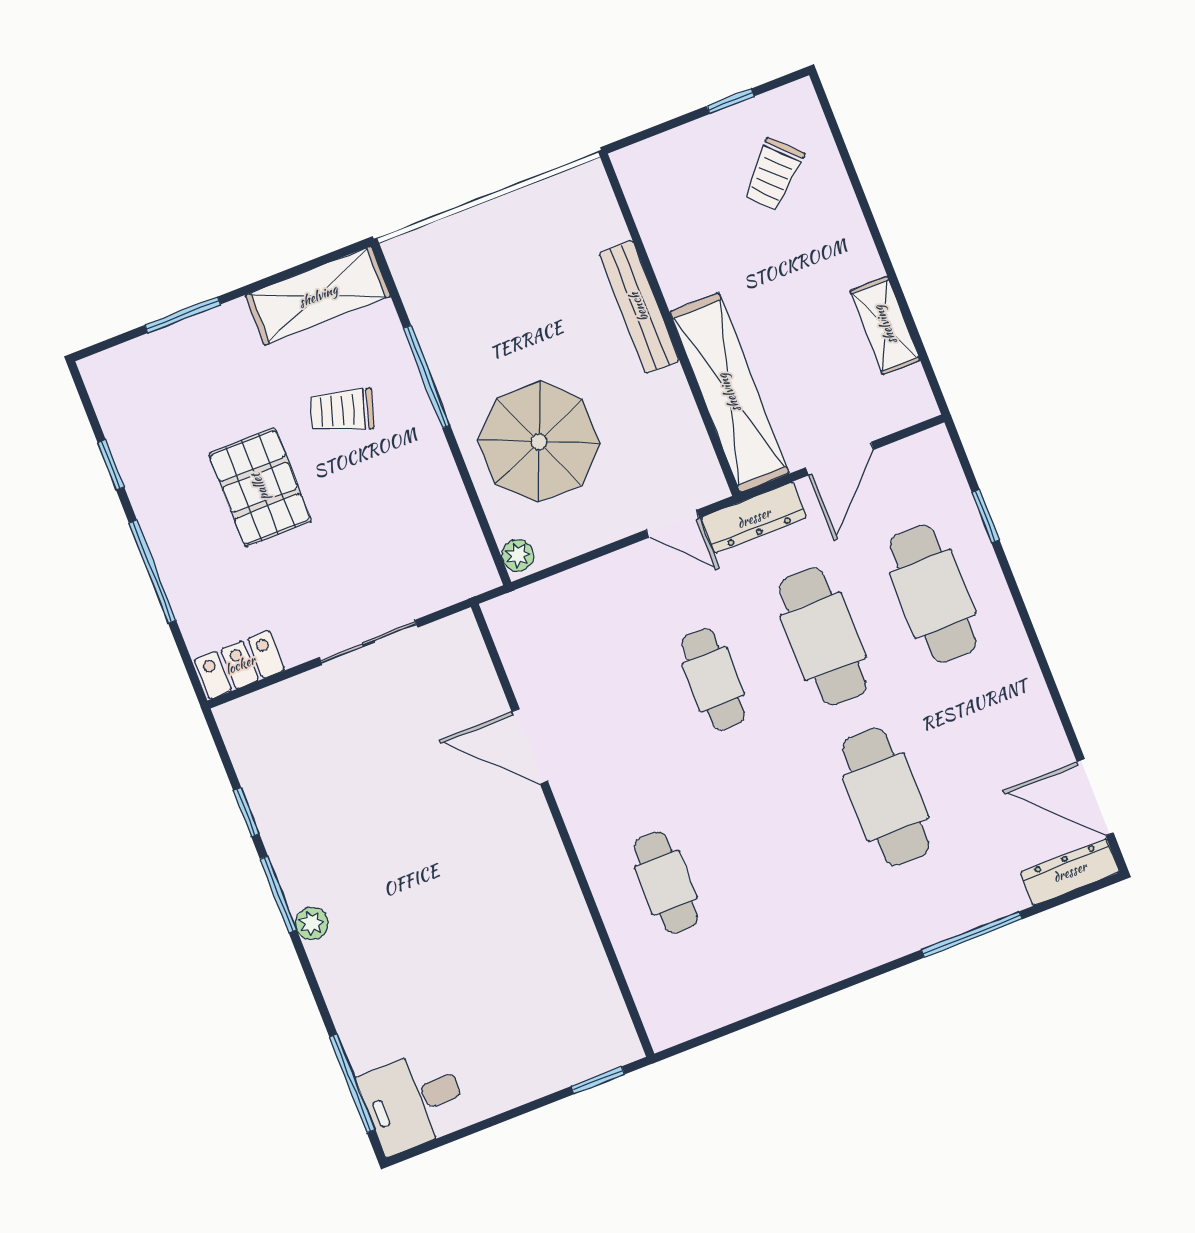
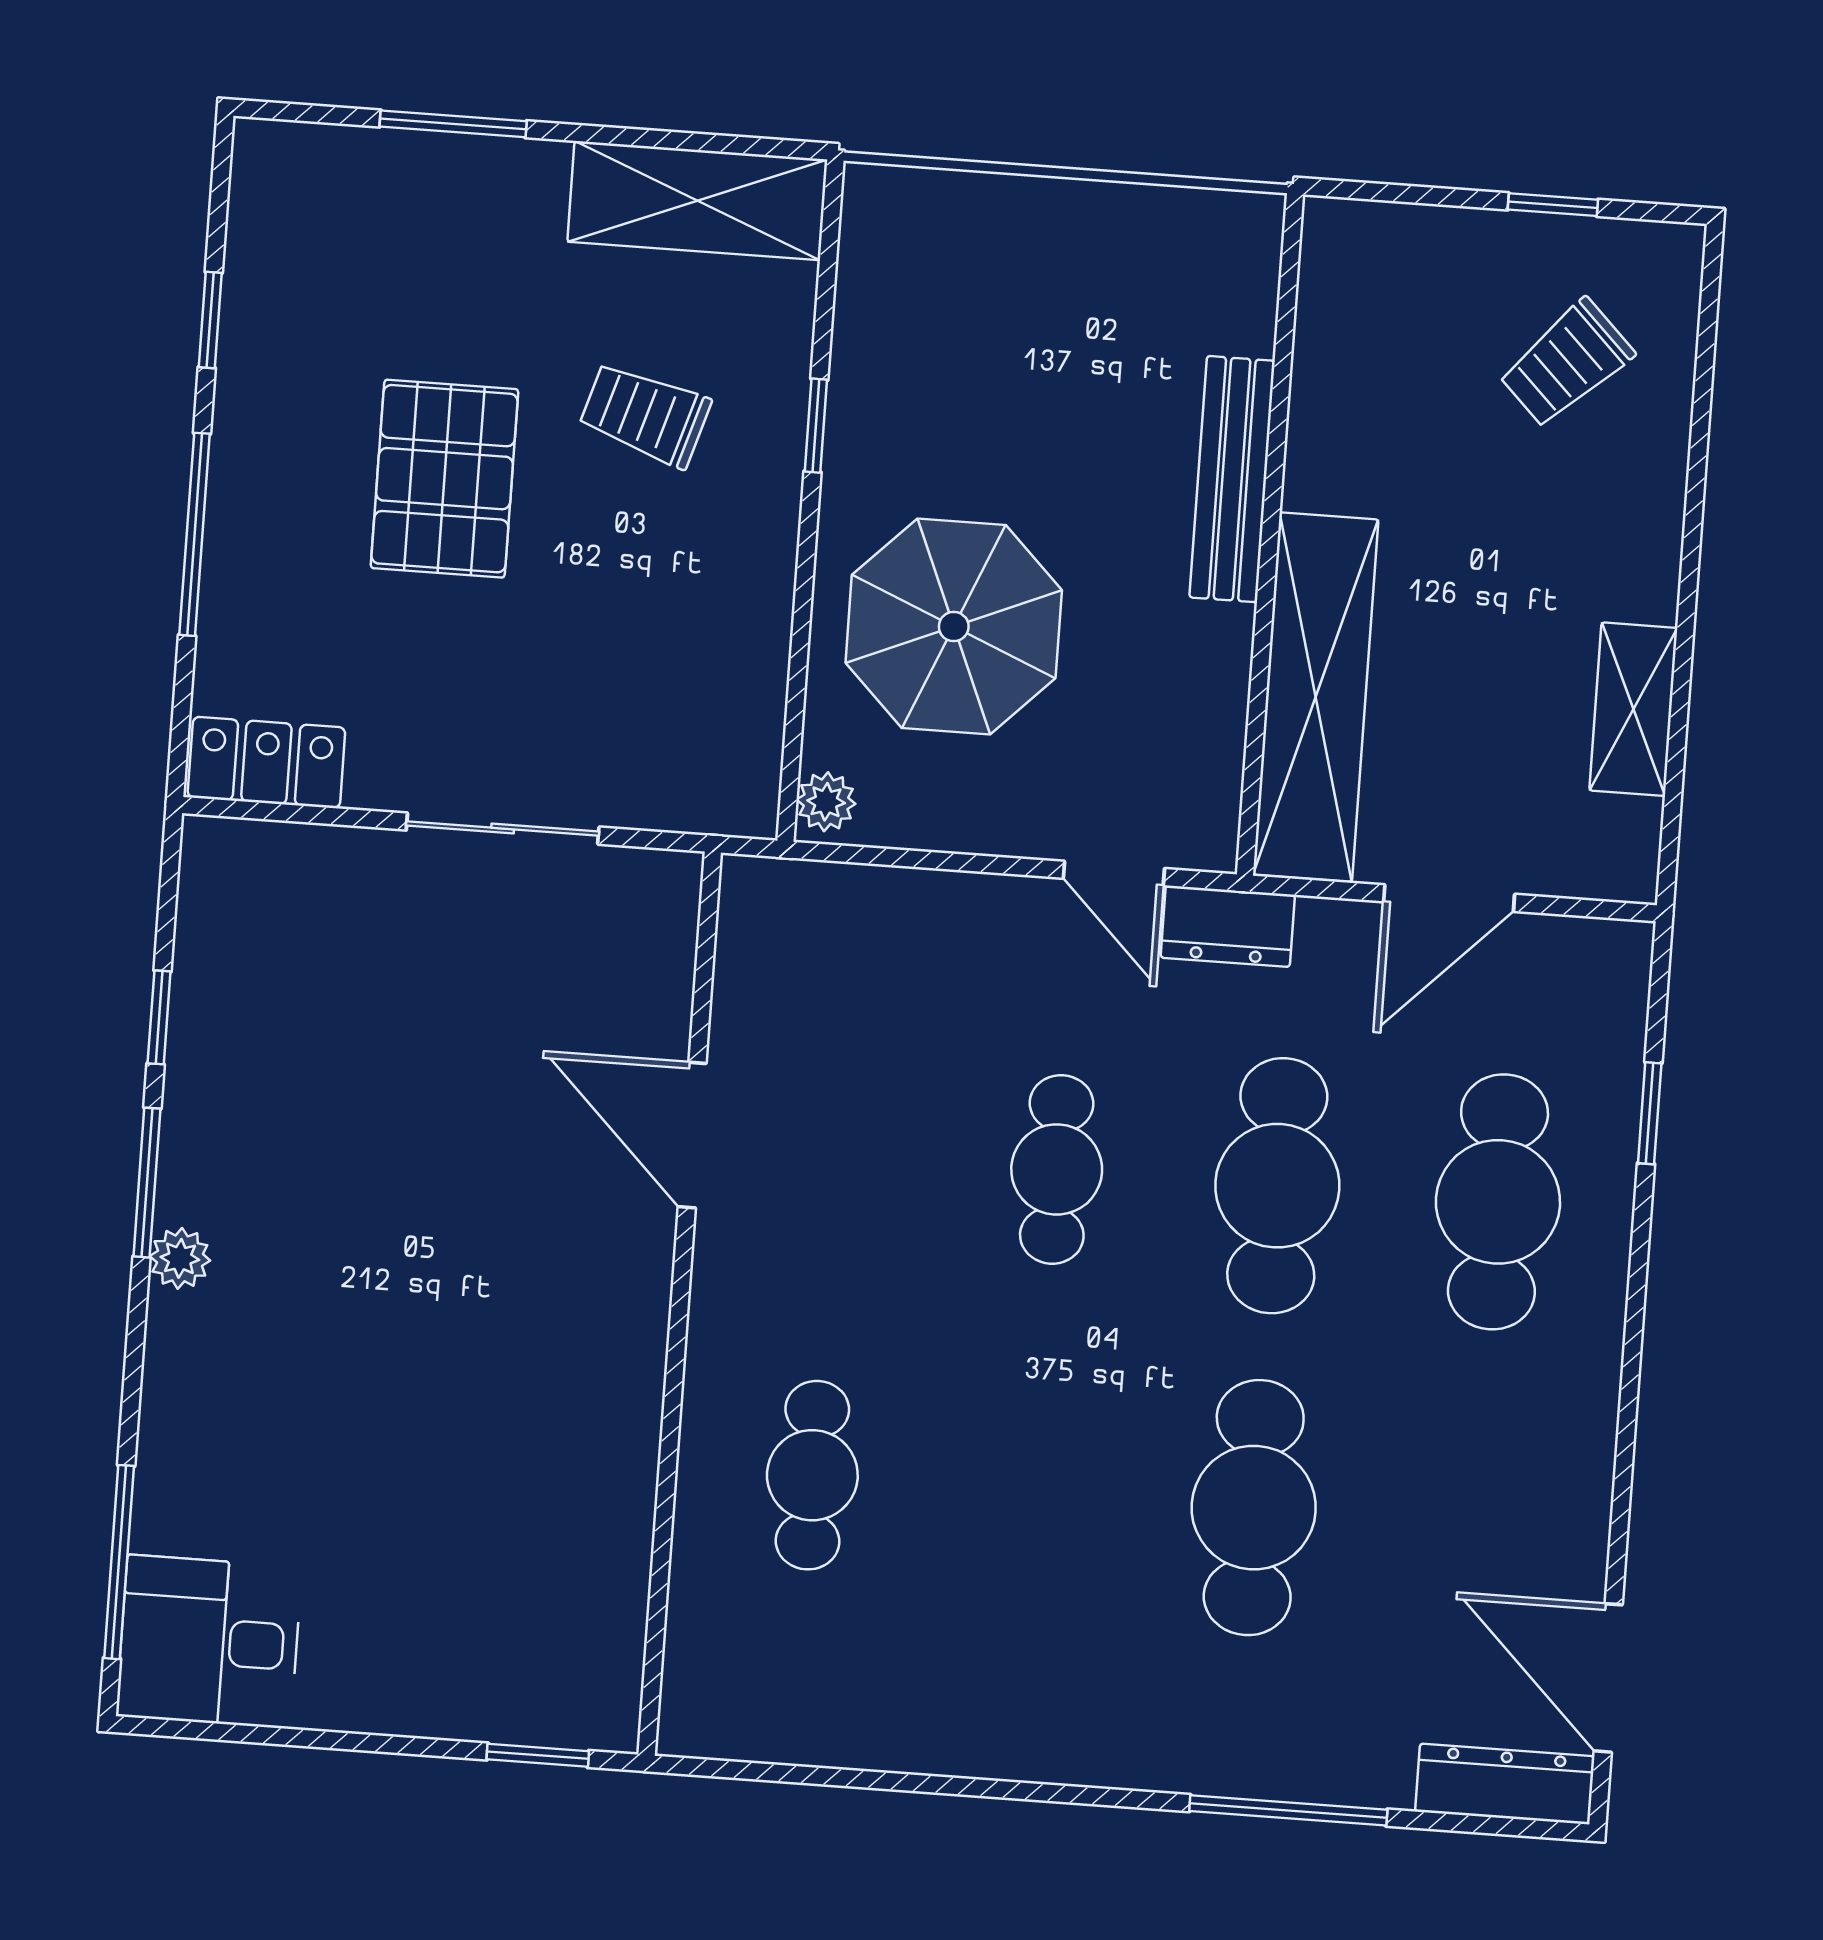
window: (427, 377) -> (816, 426), width x0.46
dresser: (754, 518) -> (1228, 926), width x0.70

